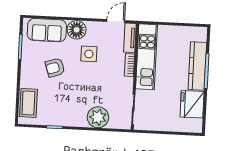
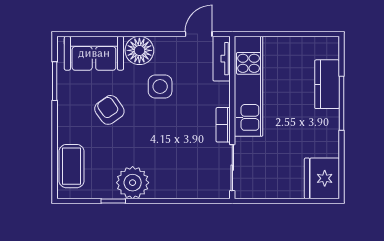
bookcase: (130, 65) -> (223, 125), moved
kitchen counter: (197, 66) -> (327, 84), width x0.67
armchair: (55, 68) -> (109, 110), turned 73
fridge: (192, 104) -> (322, 178), moved
plant: (98, 117) -> (133, 183), moved

